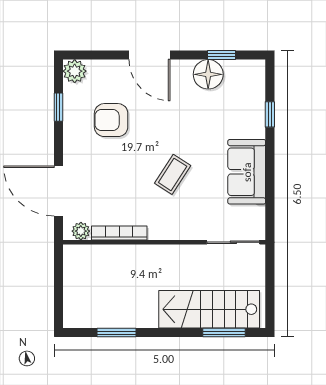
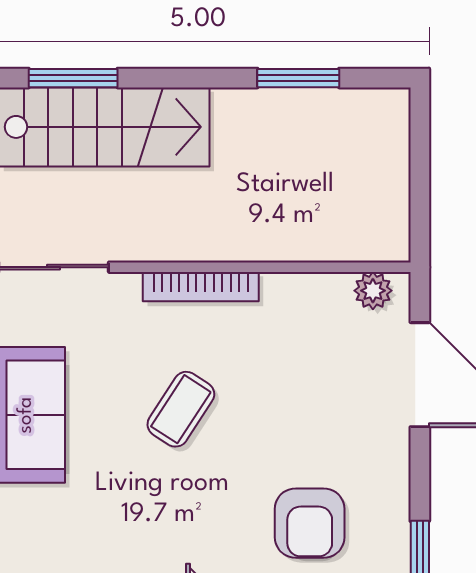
armchair: (111, 120) -> (310, 523), turned 90
bookcase: (119, 233) -> (201, 287), moved

